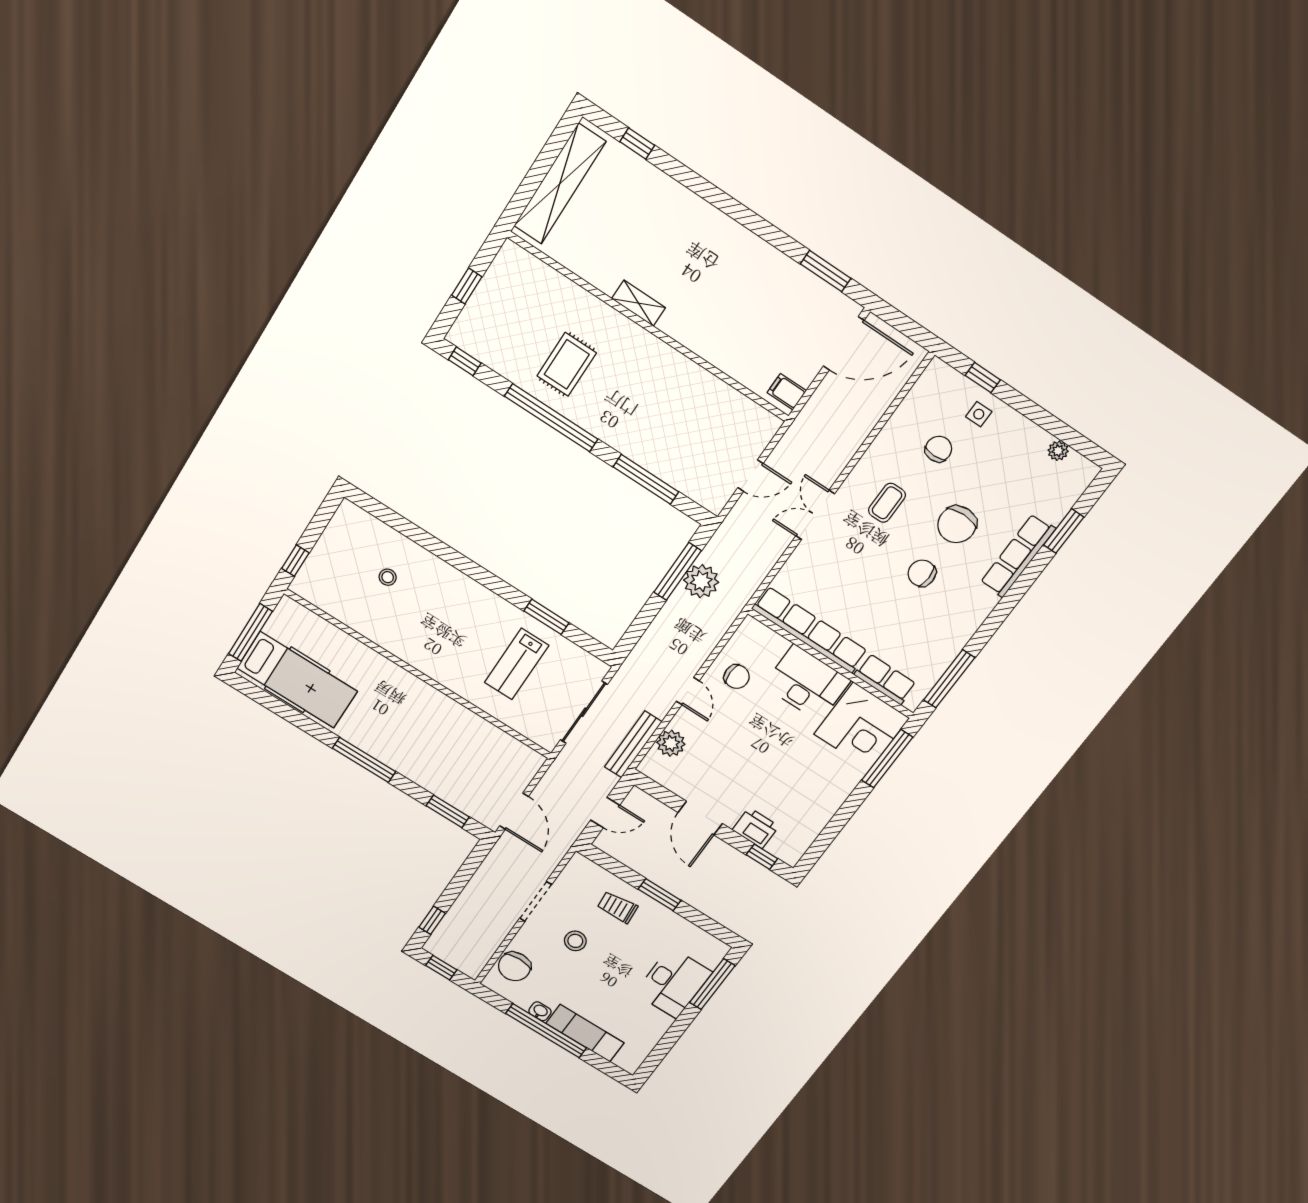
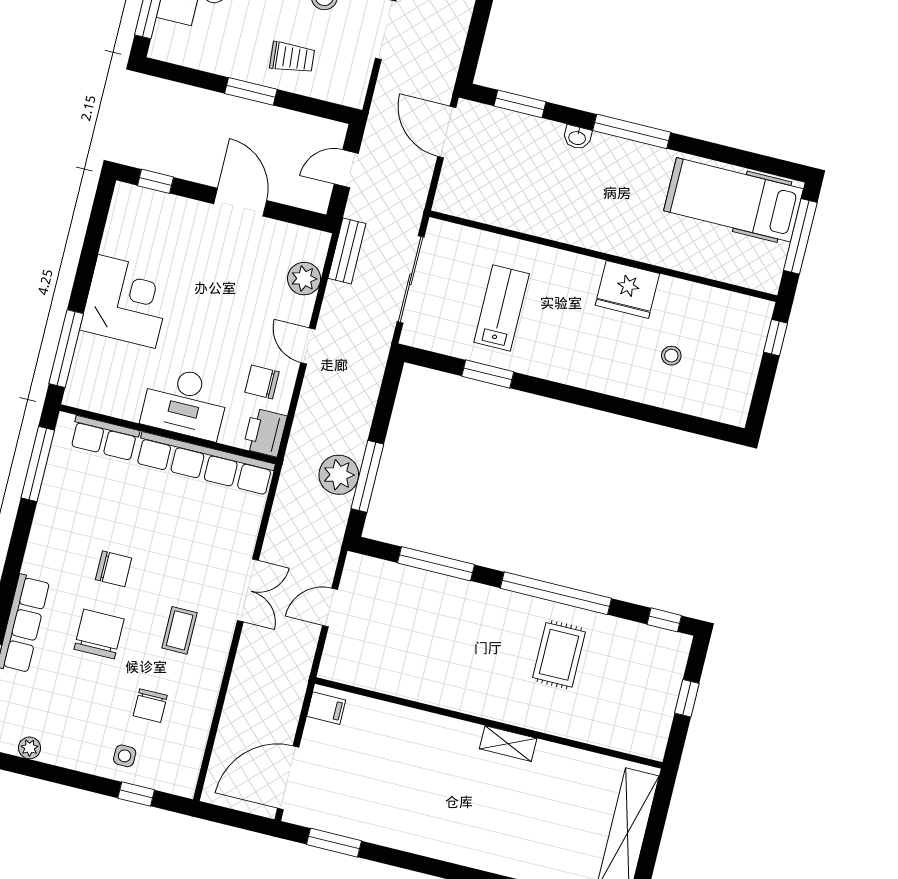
fridge: (407, 642) -> (627, 289), added
corner desk: (861, 726) -> (127, 301), moved, turned 90
bench: (633, 744) -> (347, 251), width x0.73
washbasin: (410, 771) -> (577, 137), added
printer: (756, 828) -> (265, 432), moved, turned 90

